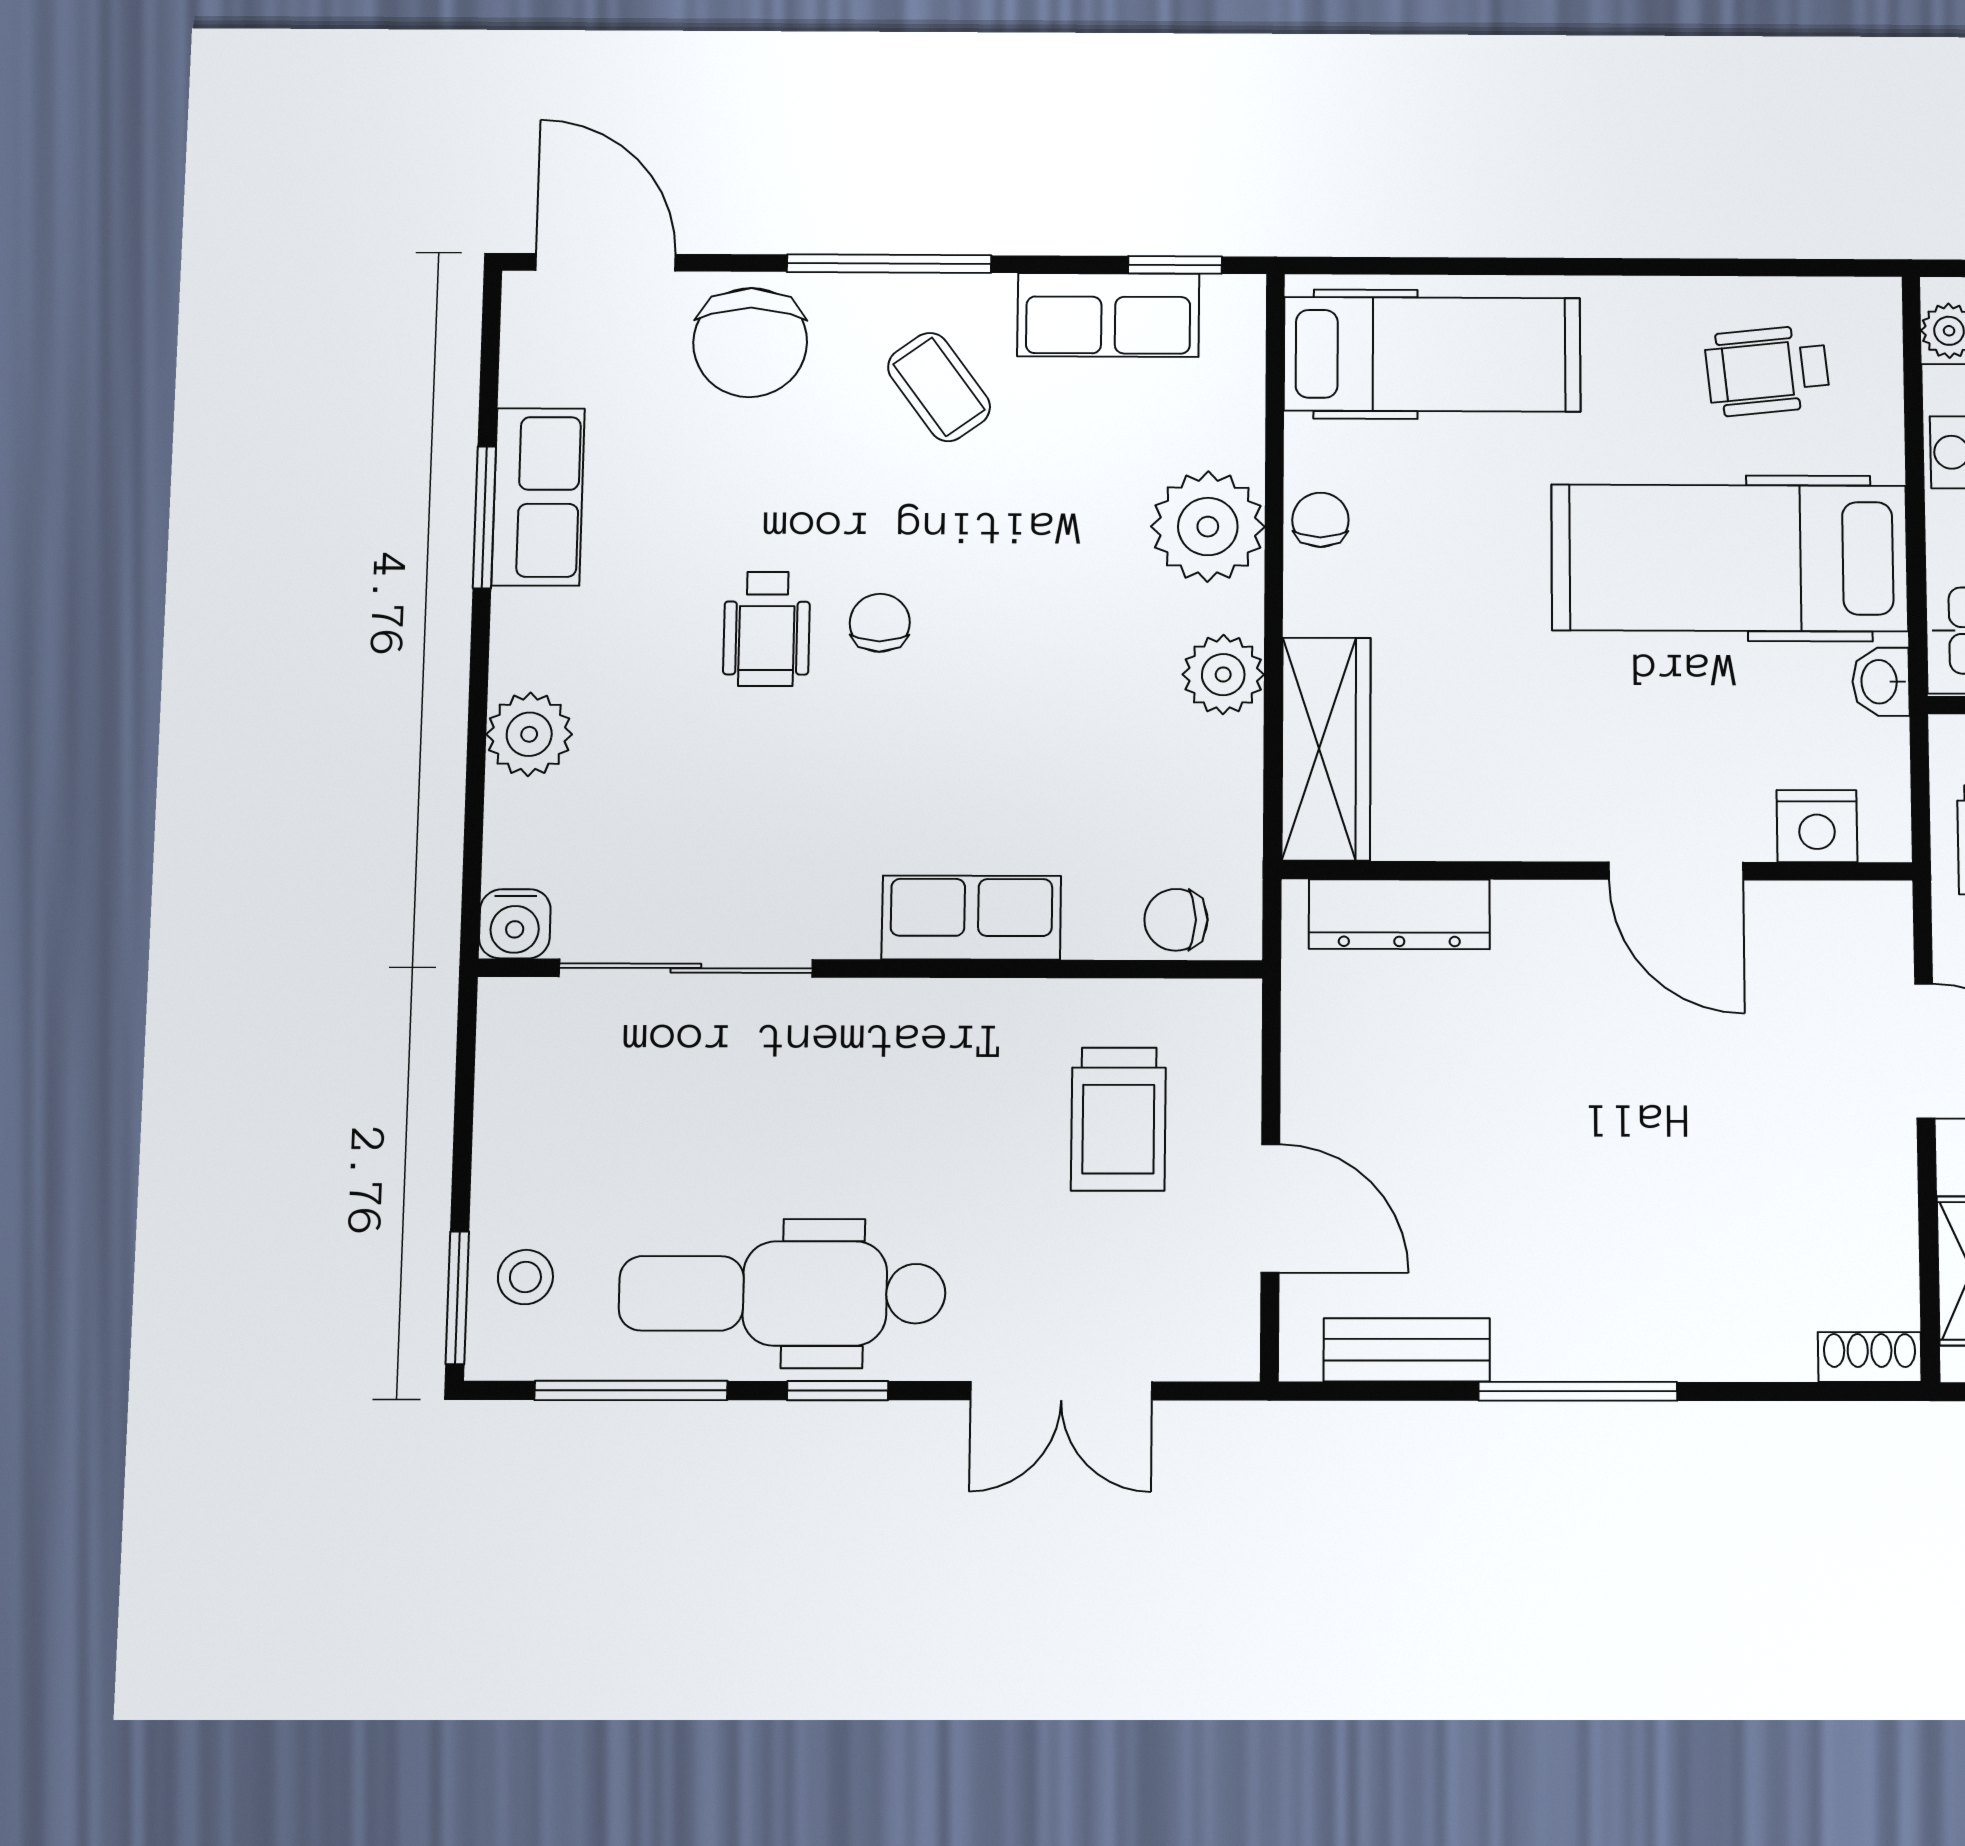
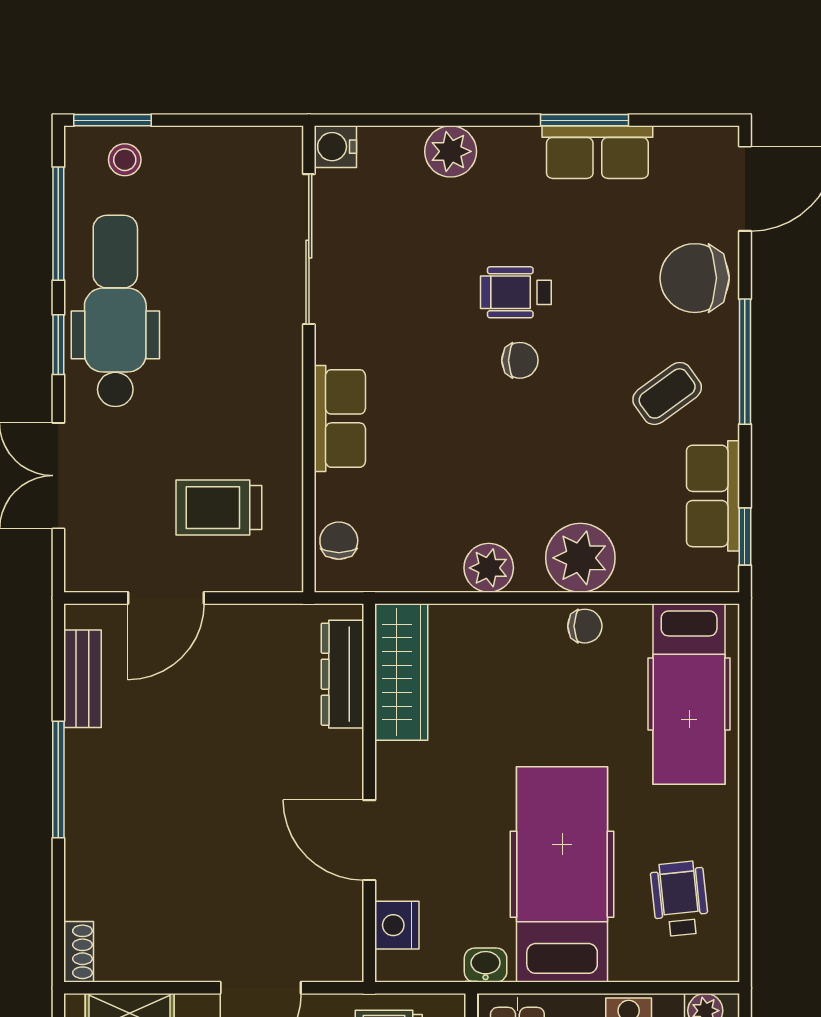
wardrobe: (1326, 749) -> (401, 672), moved, turned -90
door: (1676, 871) -> (369, 840), hinge flipped

